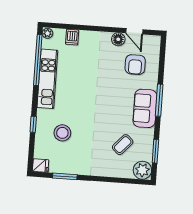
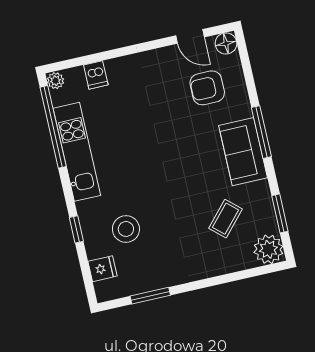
floor lamp: (118, 39) -> (226, 43), moved
armchair: (135, 65) -> (207, 88), turned 90
fridge: (41, 166) -> (102, 269), moved

